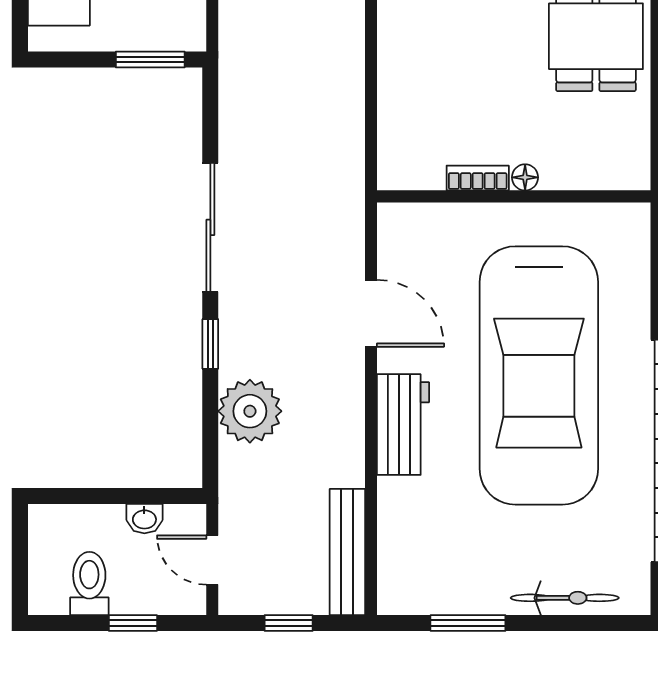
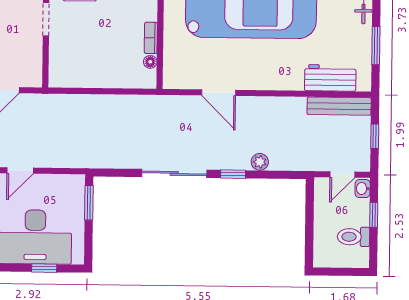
floor lamp: (525, 177) -> (150, 62), moved
door: (371, 313) -> (219, 93), swing flipped
plant: (250, 411) -> (260, 162), width x0.53, depth x0.53
workbench: (403, 425) -> (330, 78), moved
washbasin: (144, 519) -> (363, 189), moved, turned 180

